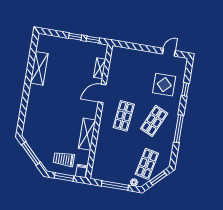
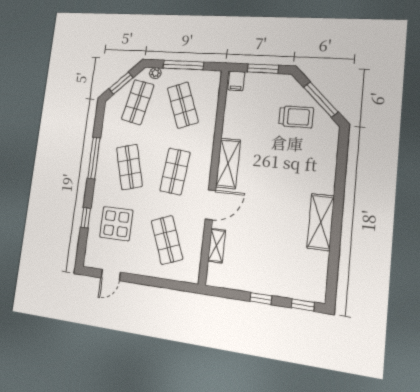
window: (93, 40) -> (303, 305), moved
shelving: (39, 68) -> (321, 222), moved
shop shelf: (131, 73) -> (167, 240), added
shop shelf: (154, 121) -> (129, 167), turned -39
shelving: (87, 134) -> (228, 163), moved
trolley: (64, 159) -> (296, 117), moved
shop shelf: (117, 159) -> (183, 105), added

